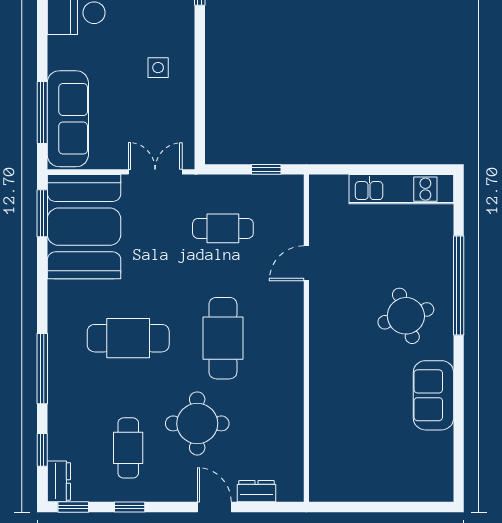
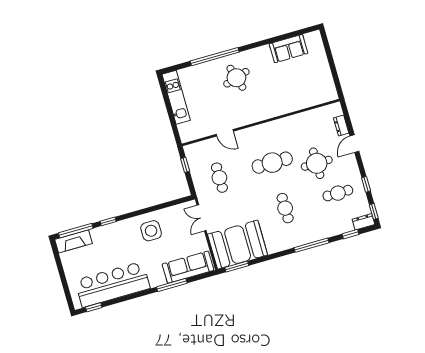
side table: (158, 68) -> (151, 231), width x1.87, depth x1.87
window: (42, 113) -> (172, 285), moved
cafe table: (128, 338) -> (285, 208), width x0.73, depth x0.74
sofa: (433, 395) -> (288, 49), moved

